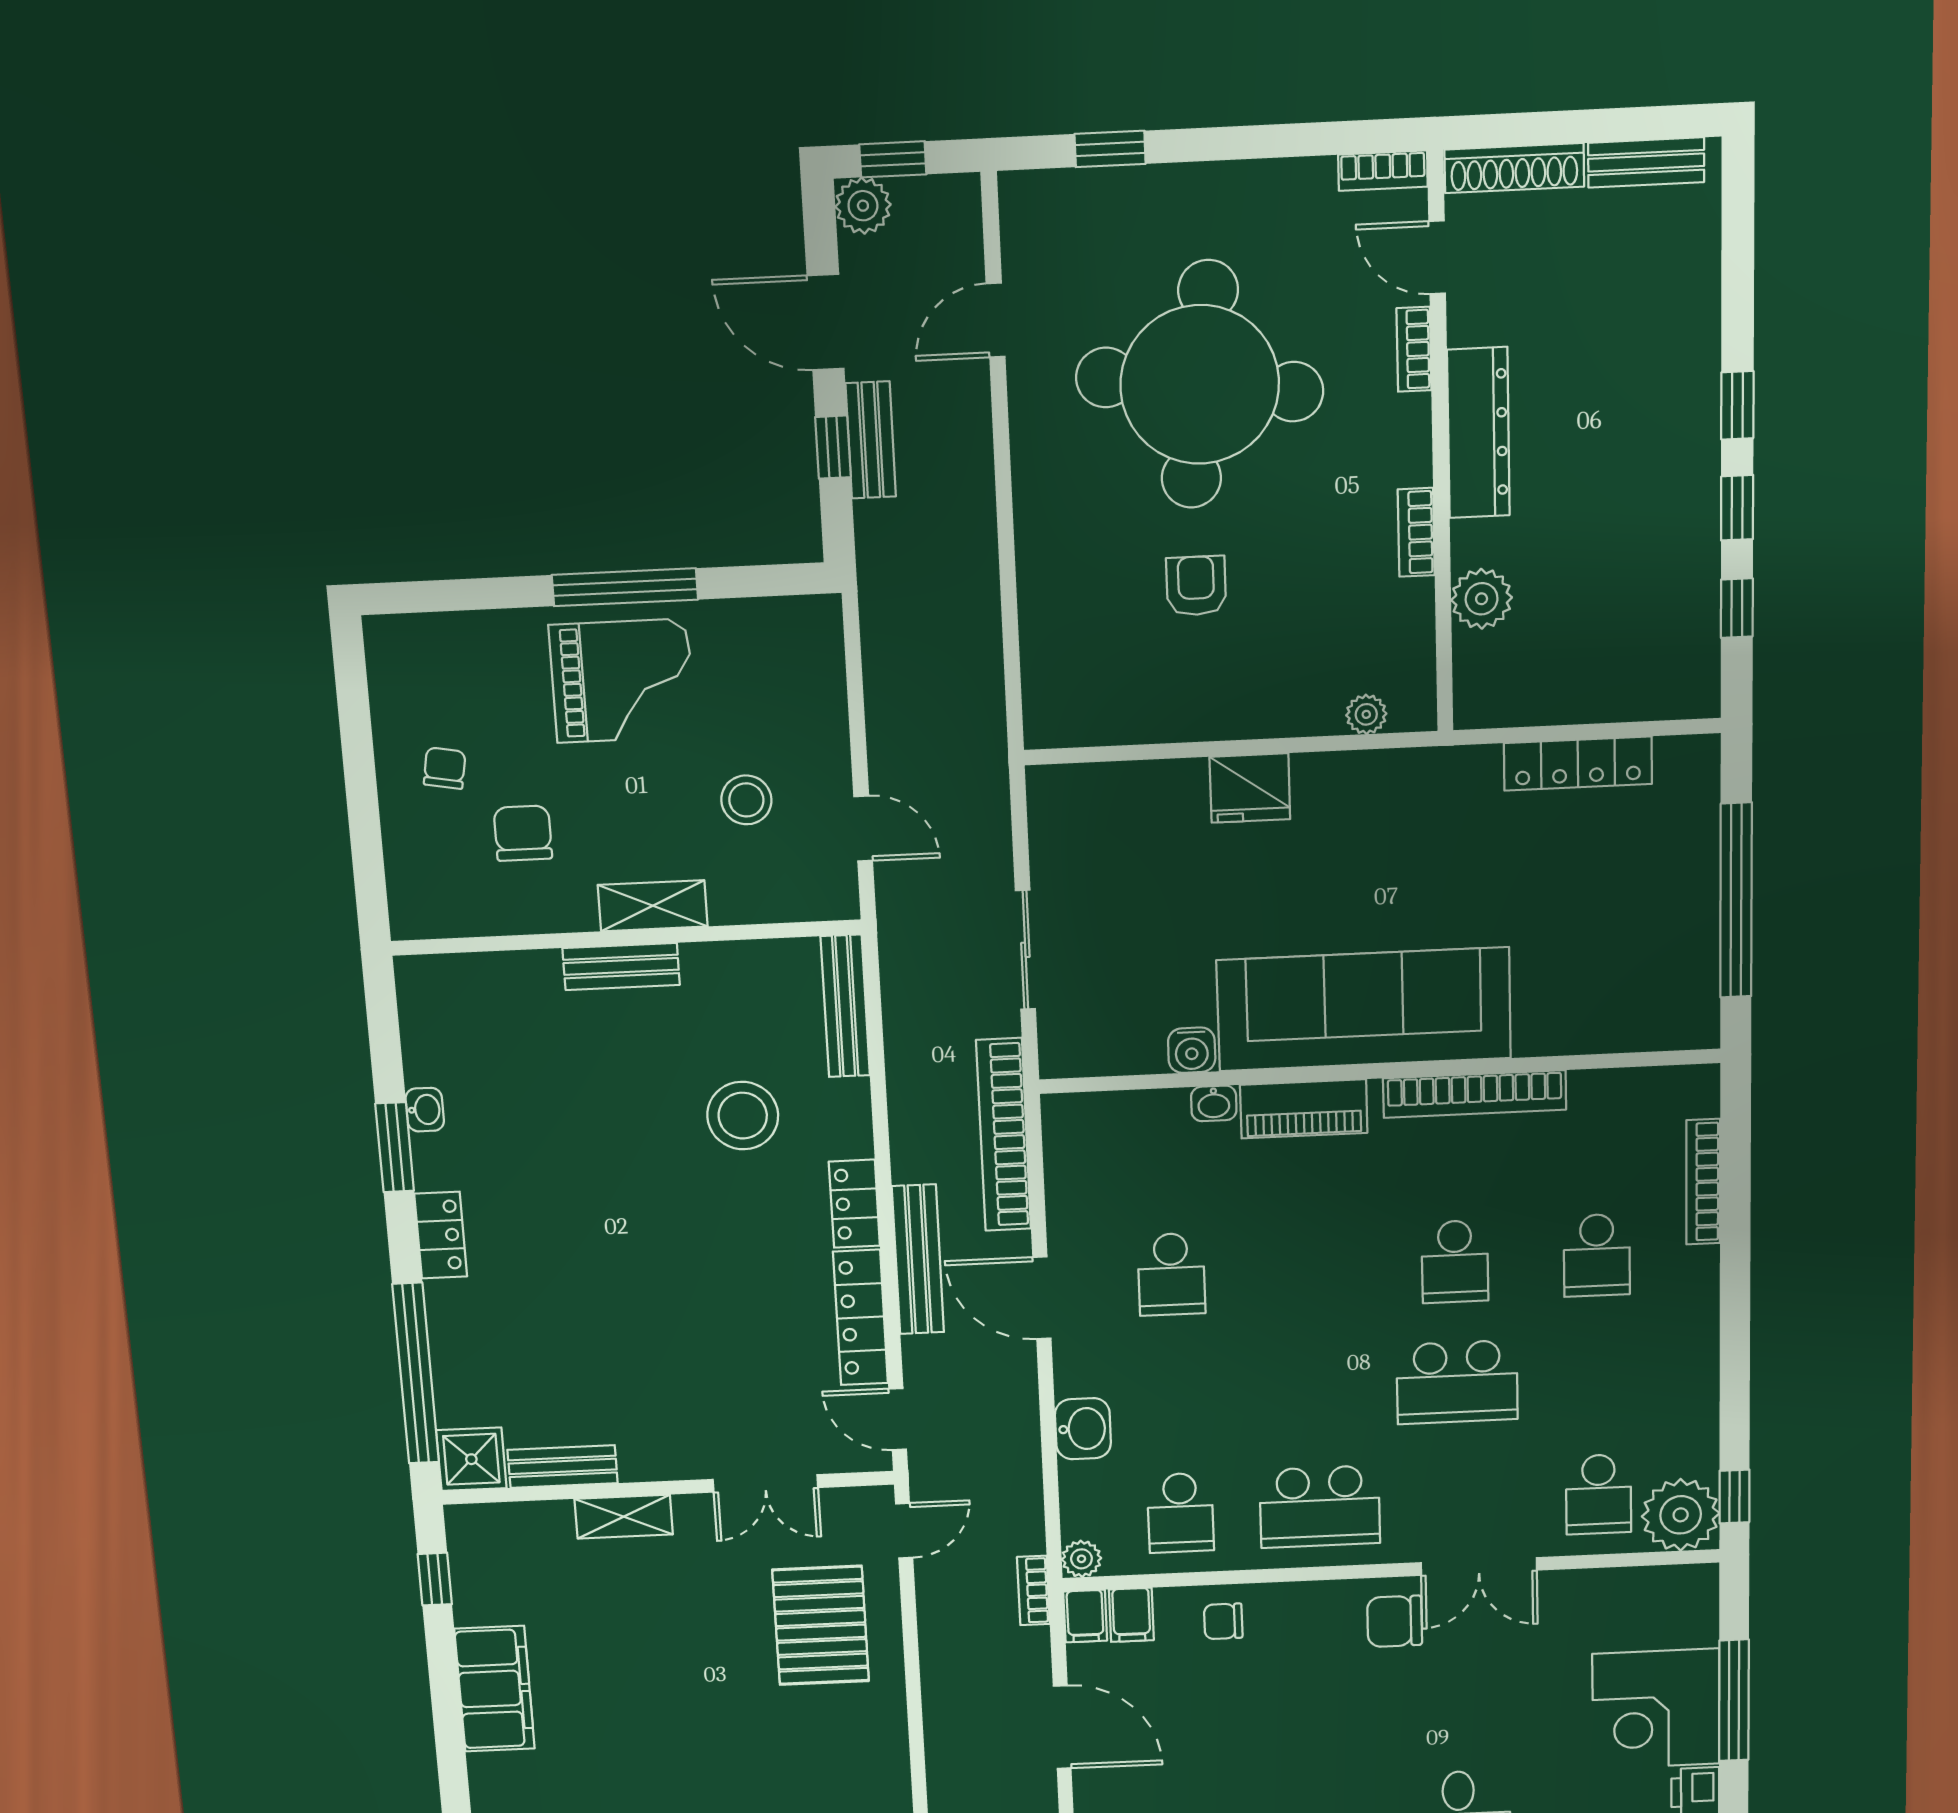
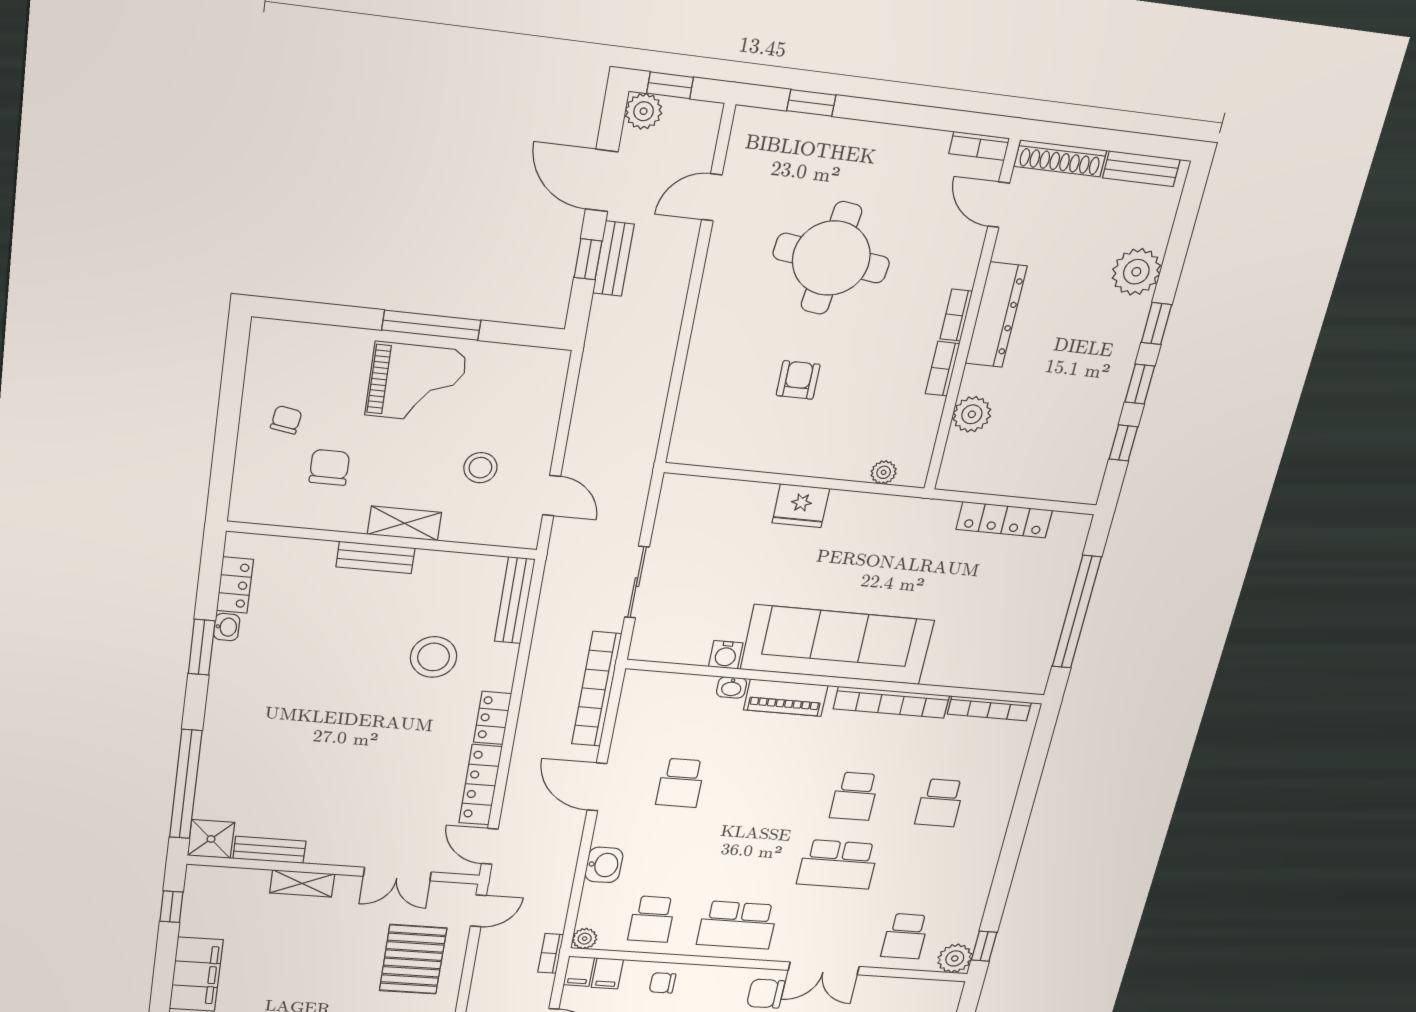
plant: (1682, 327) -> (1136, 272), added
bookcase: (1414, 349) -> (956, 315), moved
round table: (1200, 385) -> (831, 258), width x0.73, depth x0.73
bookcase: (1703, 1182) -> (989, 708), moved, turned -90
locker: (441, 1235) -> (235, 585), moved
bench: (918, 1259) -> (525, 755), removed
plant: (1681, 1515) -> (955, 958), width x0.73, depth x0.73

